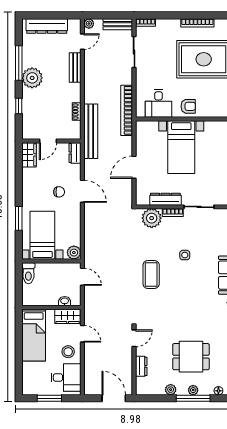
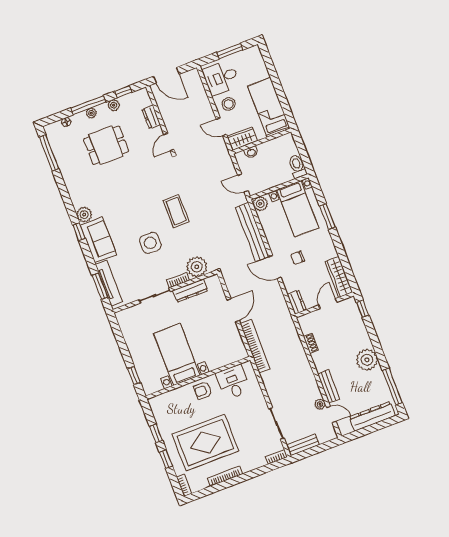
plant: (89, 24) -> (320, 404), moved
door: (82, 42) -> (331, 414), swing flipped
window: (19, 63) -> (392, 387), moved
window: (19, 106) -> (363, 309), moved
bookcase: (127, 110) -> (255, 346), moved
bench: (91, 131) -> (252, 232), moved
bed with nightstands: (181, 147) -> (177, 354), moved
wardrobe: (29, 155) -> (339, 277), width x1.50
side table: (185, 255) -> (150, 243), width x1.87, depth x1.87
window: (158, 398) -> (123, 92), added

